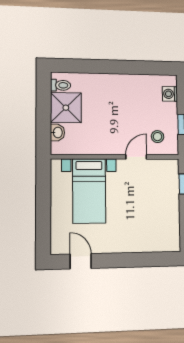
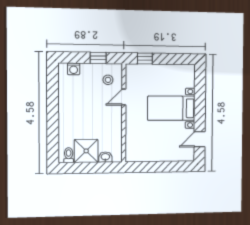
door: (136, 157) -> (124, 97), hinge flipped
bed with nightstands: (89, 191) -> (171, 108), moved, turned 180

